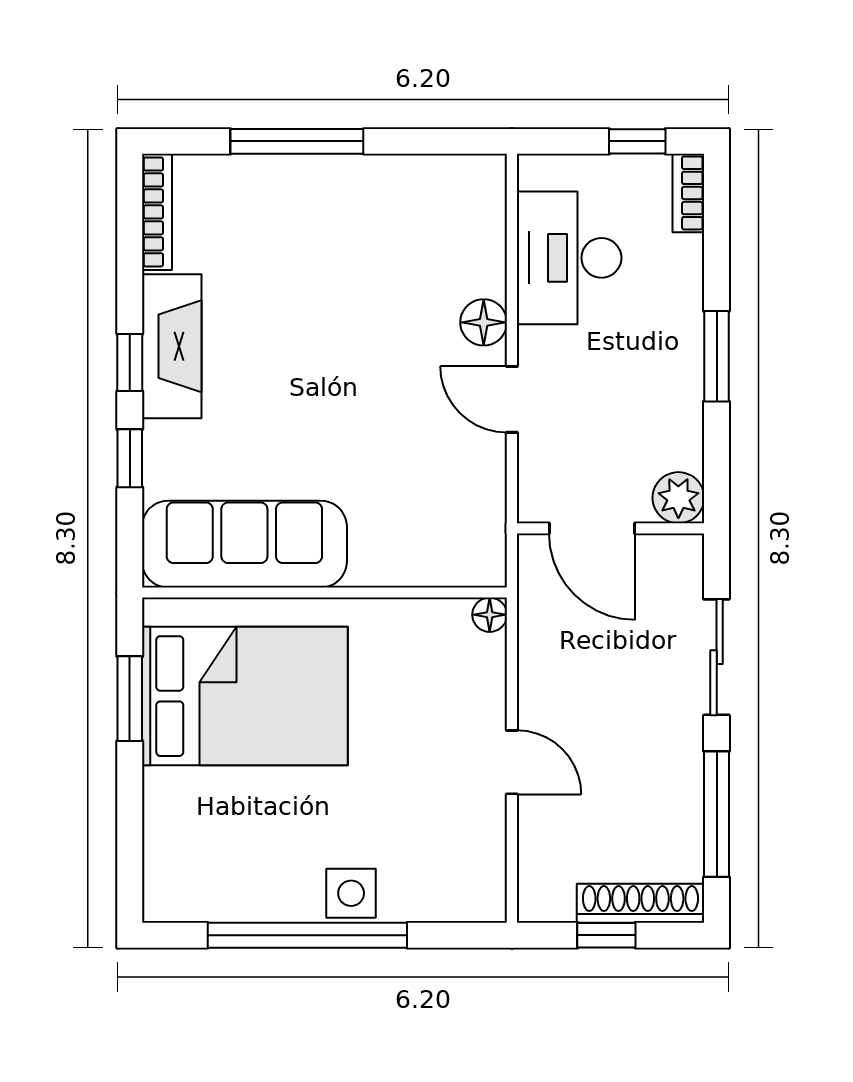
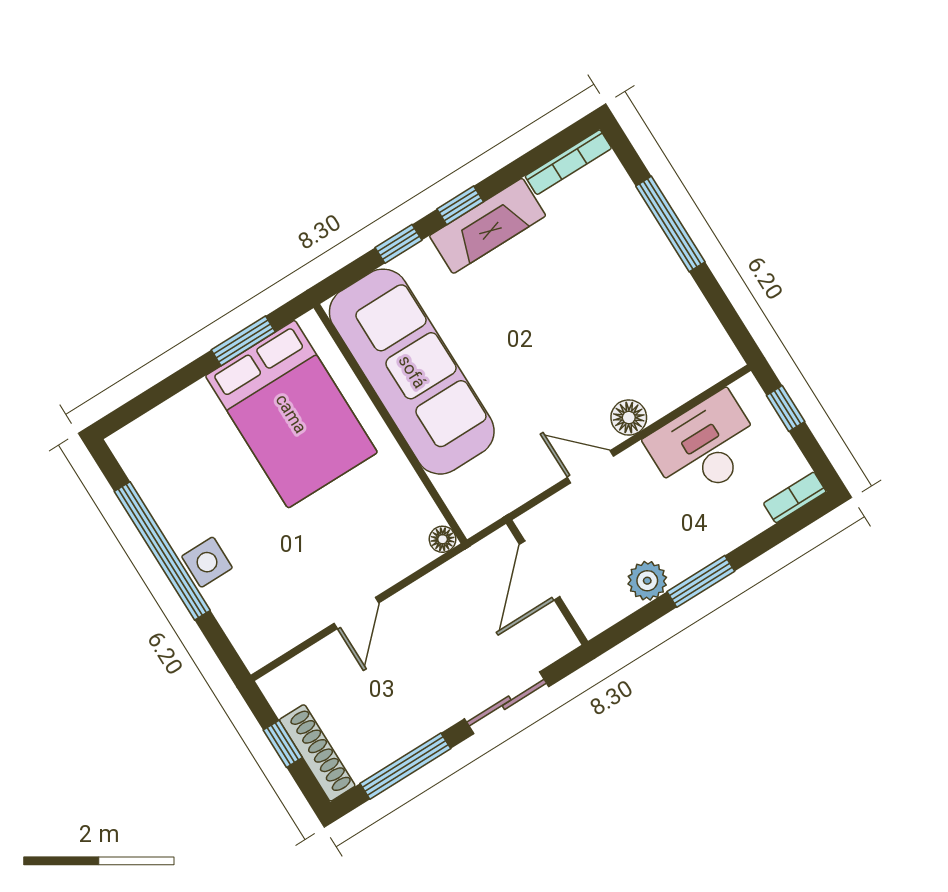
window: (637, 141) -> (786, 408), moved
door: (512, 399) -> (590, 467), hinge flipped
plant: (678, 498) -> (647, 581), moved
sofa: (244, 544) -> (412, 372), width x1.36, depth x1.27

